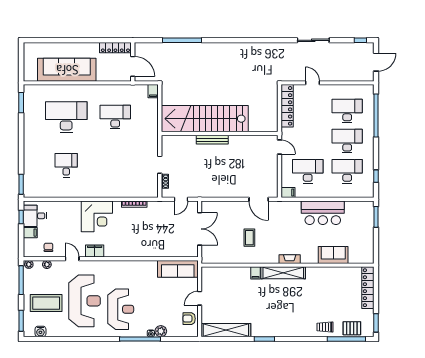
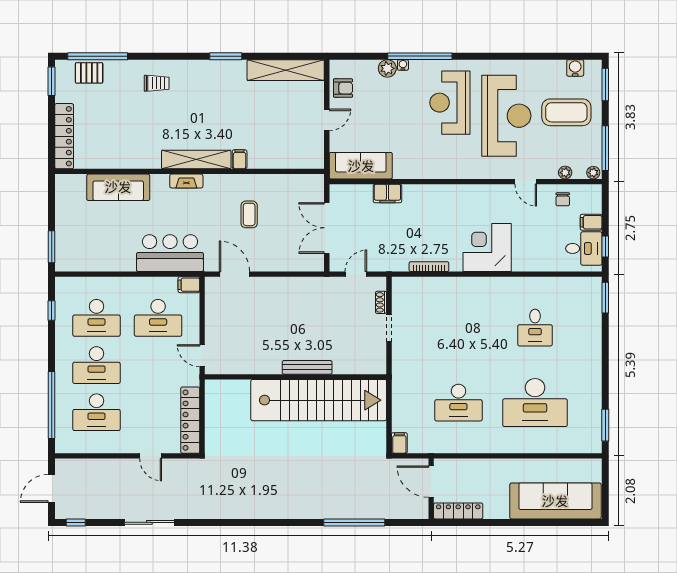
sofa: (67, 70) -> (555, 501), moved, turned 180
bar counter: (323, 213) -> (170, 253), moved
filing cabinet: (95, 251) -> (387, 194), moved
sofa: (333, 255) -> (118, 187), width x1.36
reception desk: (85, 301) -> (506, 116), turned 180
trolley: (325, 327) -> (157, 83), moved

